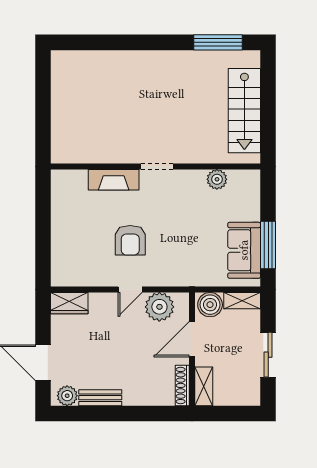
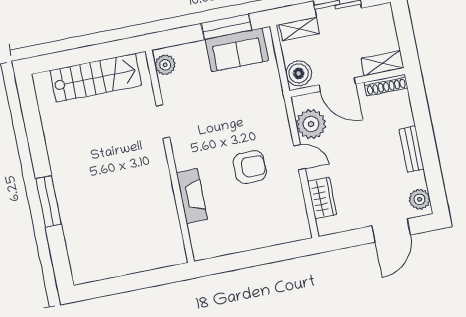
window: (218, 42) -> (49, 201), moved
doorway: (157, 166) -> (163, 121), moved
plant: (217, 179) -> (165, 65), moved
shelving: (242, 301) -> (299, 29), moved, turned 90
wardrobe: (69, 303) -> (322, 198), moved
bench: (100, 398) -> (412, 149), moved

